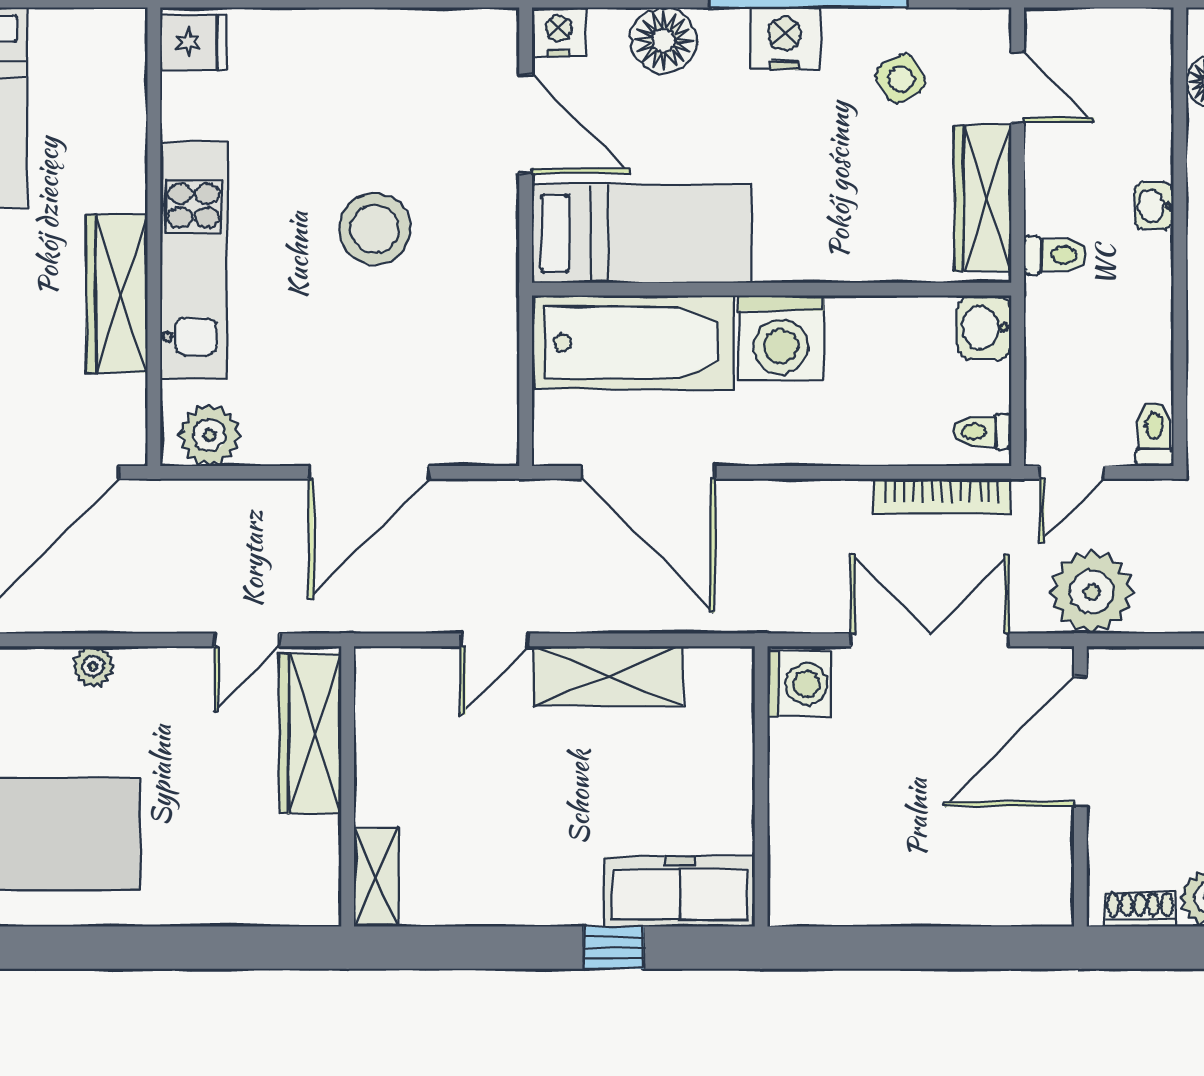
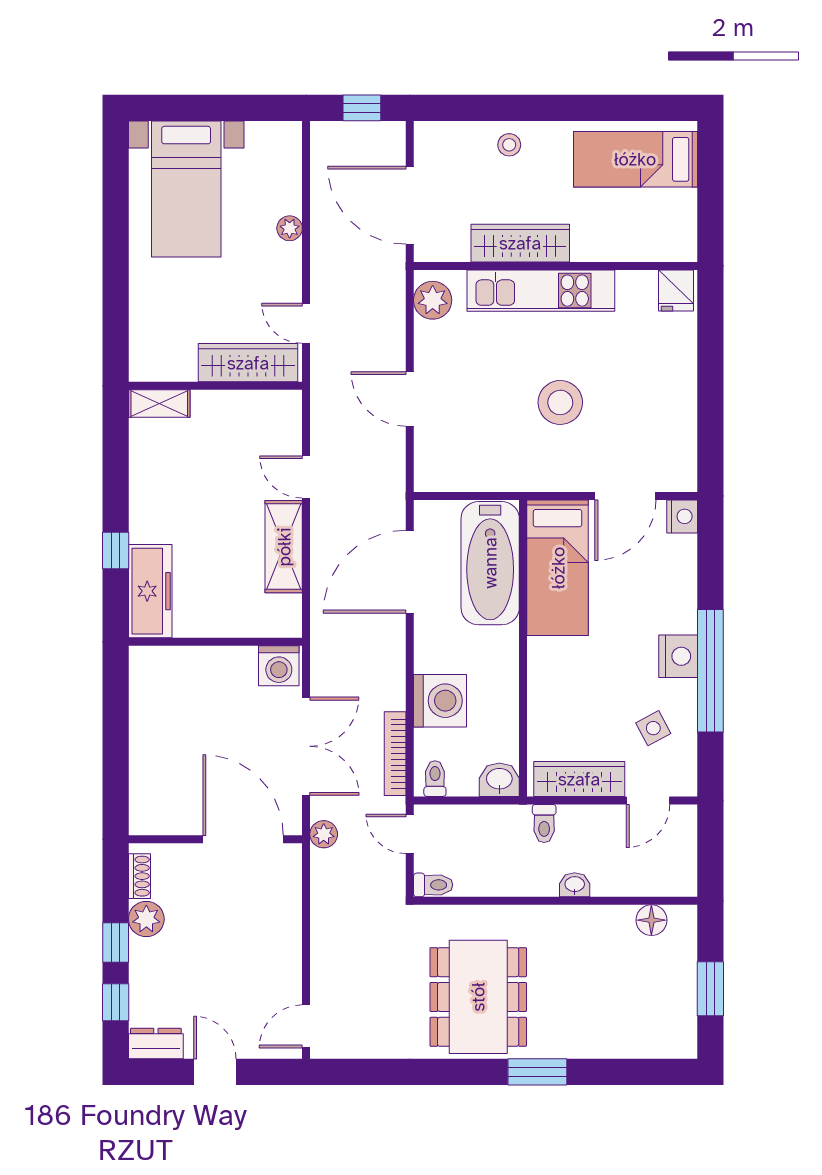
floor lamp: (664, 40) -> (677, 581), removed
washing machine: (781, 338) -> (440, 701), moved, turned 180
door: (369, 472) -> (410, 399), width x0.73
plant: (1092, 592) -> (324, 834), width x0.53, depth x0.53

